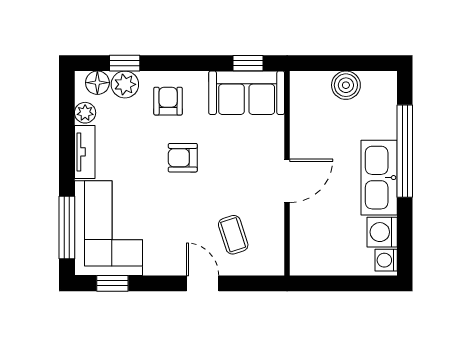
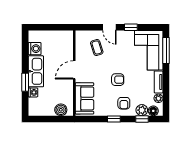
window: (248, 63) -> (114, 119), moved
boiler: (346, 85) -> (61, 110), moved
sofa: (247, 93) -> (84, 98), moved, turned 90
window: (405, 151) -> (25, 82), width x0.47
washing machine: (386, 260) -> (33, 92), moved
window: (112, 283) -> (131, 27), moved

